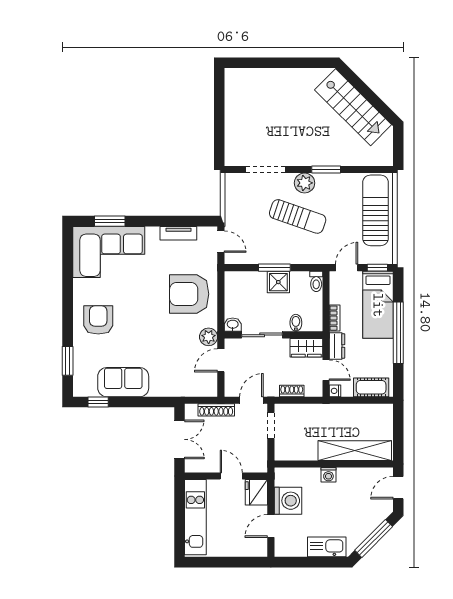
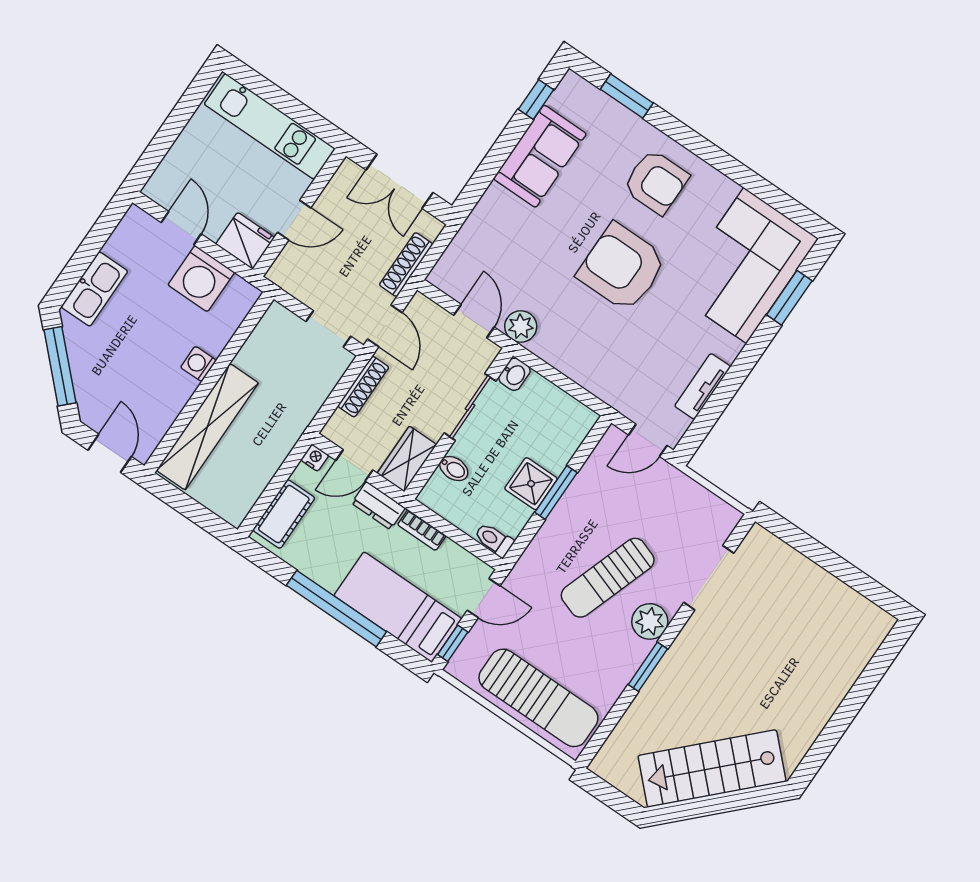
door: (347, 268) -> (484, 598), hinge flipped
armchair: (189, 294) -> (622, 267), moved, turned -90
shoe rack: (292, 391) -> (363, 387), width x1.43

